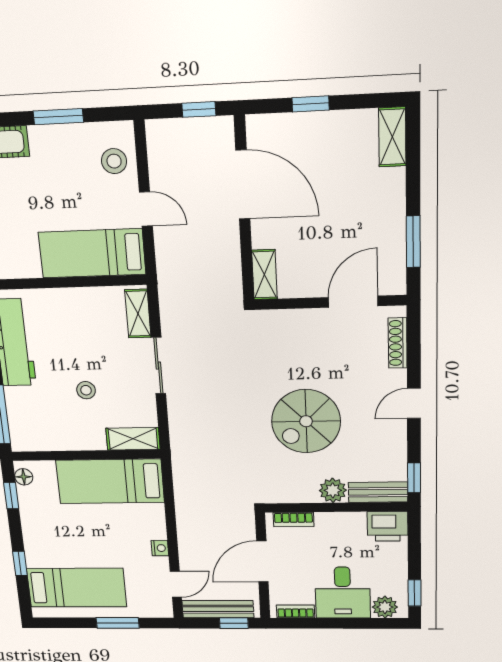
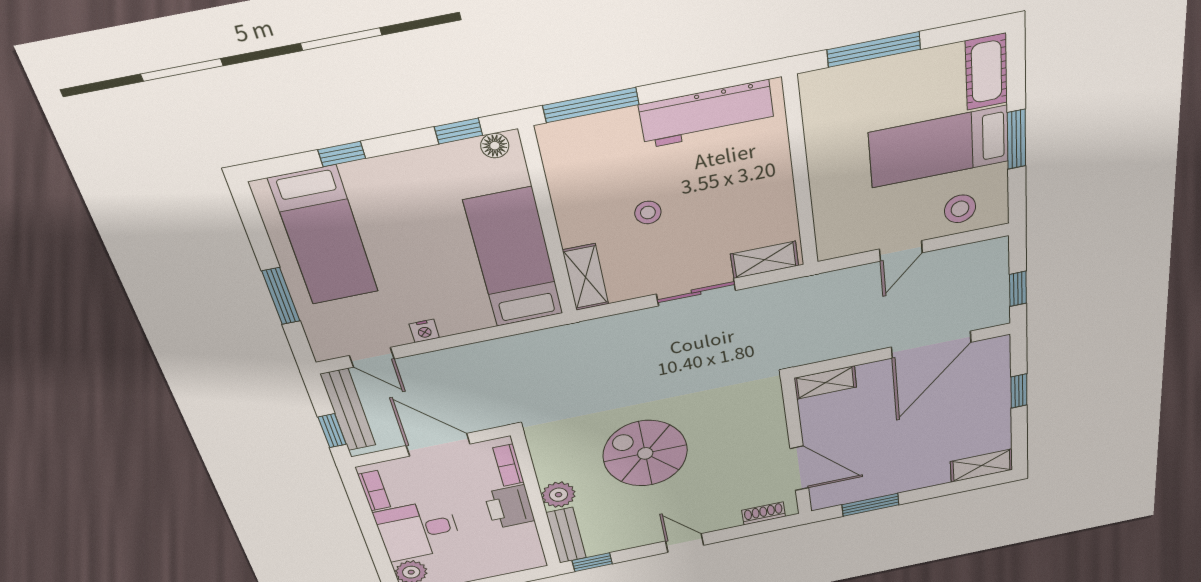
bed: (92, 253) -> (939, 147), moved, turned -90
shoe rack: (398, 343) -> (764, 513), width x0.70
printer: (388, 526) -> (510, 507), moved

